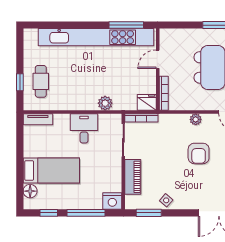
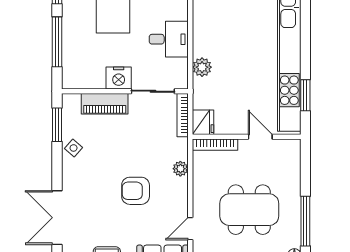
window: (126, 25) -> (305, 95), width x0.69
plant: (196, 119) -> (180, 169), moved
nightstand: (112, 201) -> (119, 78), moved, turned -90

